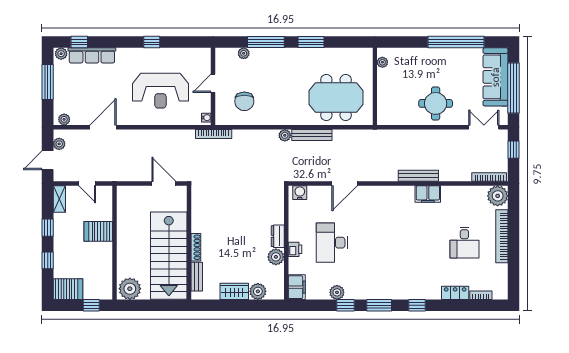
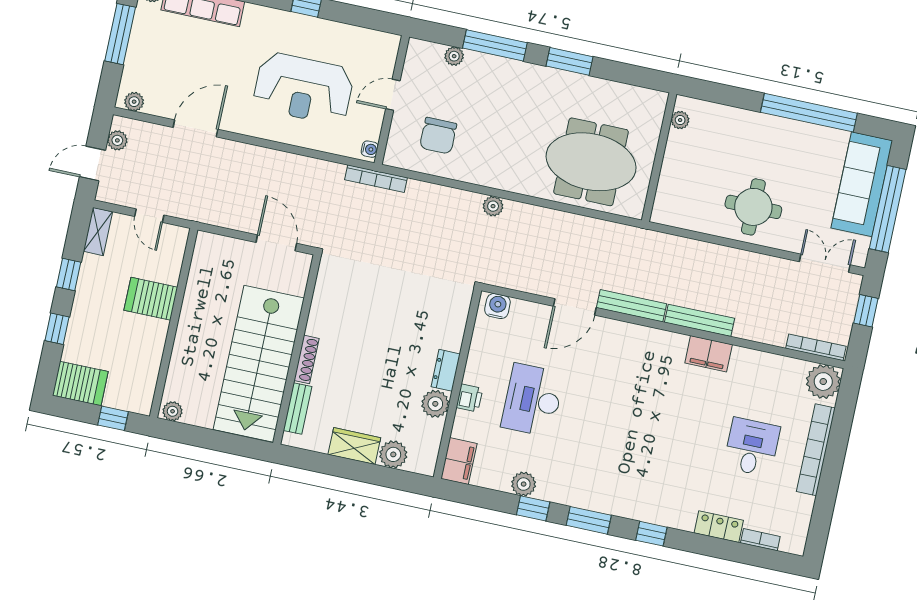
bench: (312, 135) -> (632, 306), moved
desk: (464, 243) -> (752, 447), turned 180
plant: (130, 289) -> (173, 411), width x0.53, depth x0.53

